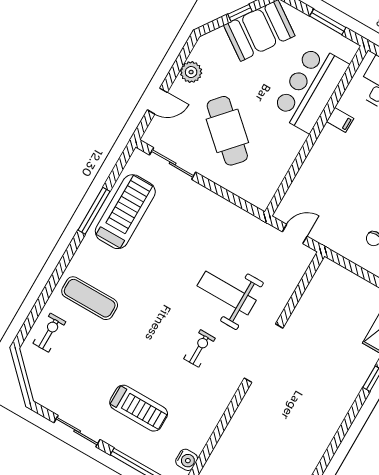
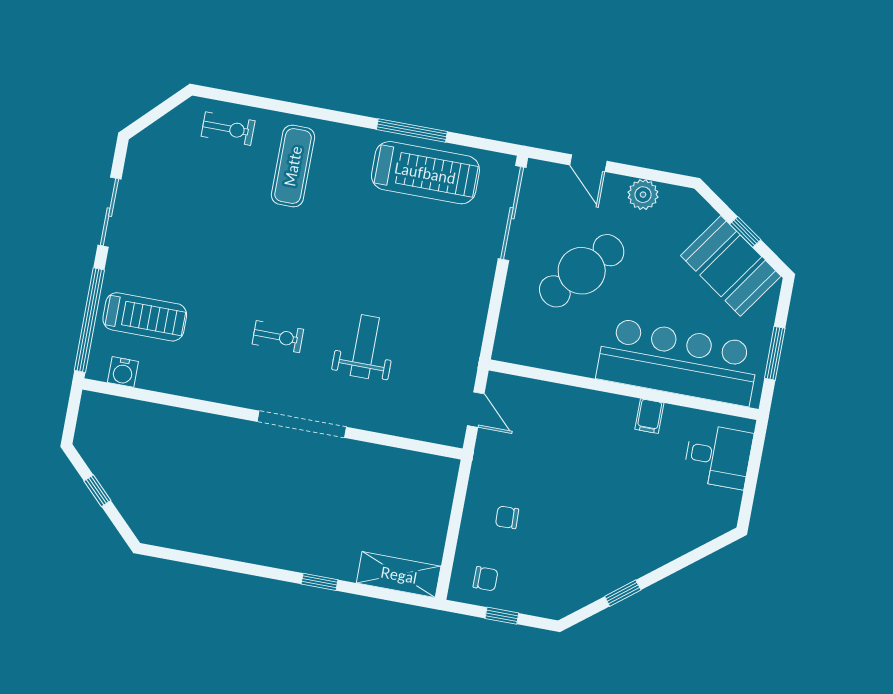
bar counter: (310, 88) -> (678, 362), width x1.36
sliding door: (173, 163) -> (512, 213), width x1.37
weight bench: (227, 293) -> (365, 347), width x0.73, depth x0.75
treadmill: (139, 408) -> (145, 317), moved, turned -90

